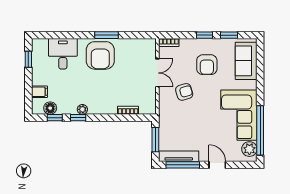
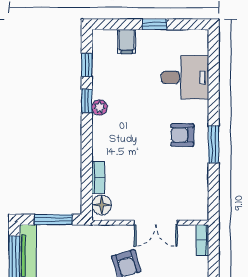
armchair: (100, 55) -> (182, 135), width x0.53, depth x0.53
window: (28, 59) -> (155, 24), moved
floor lamp: (50, 108) -> (102, 205), moved

